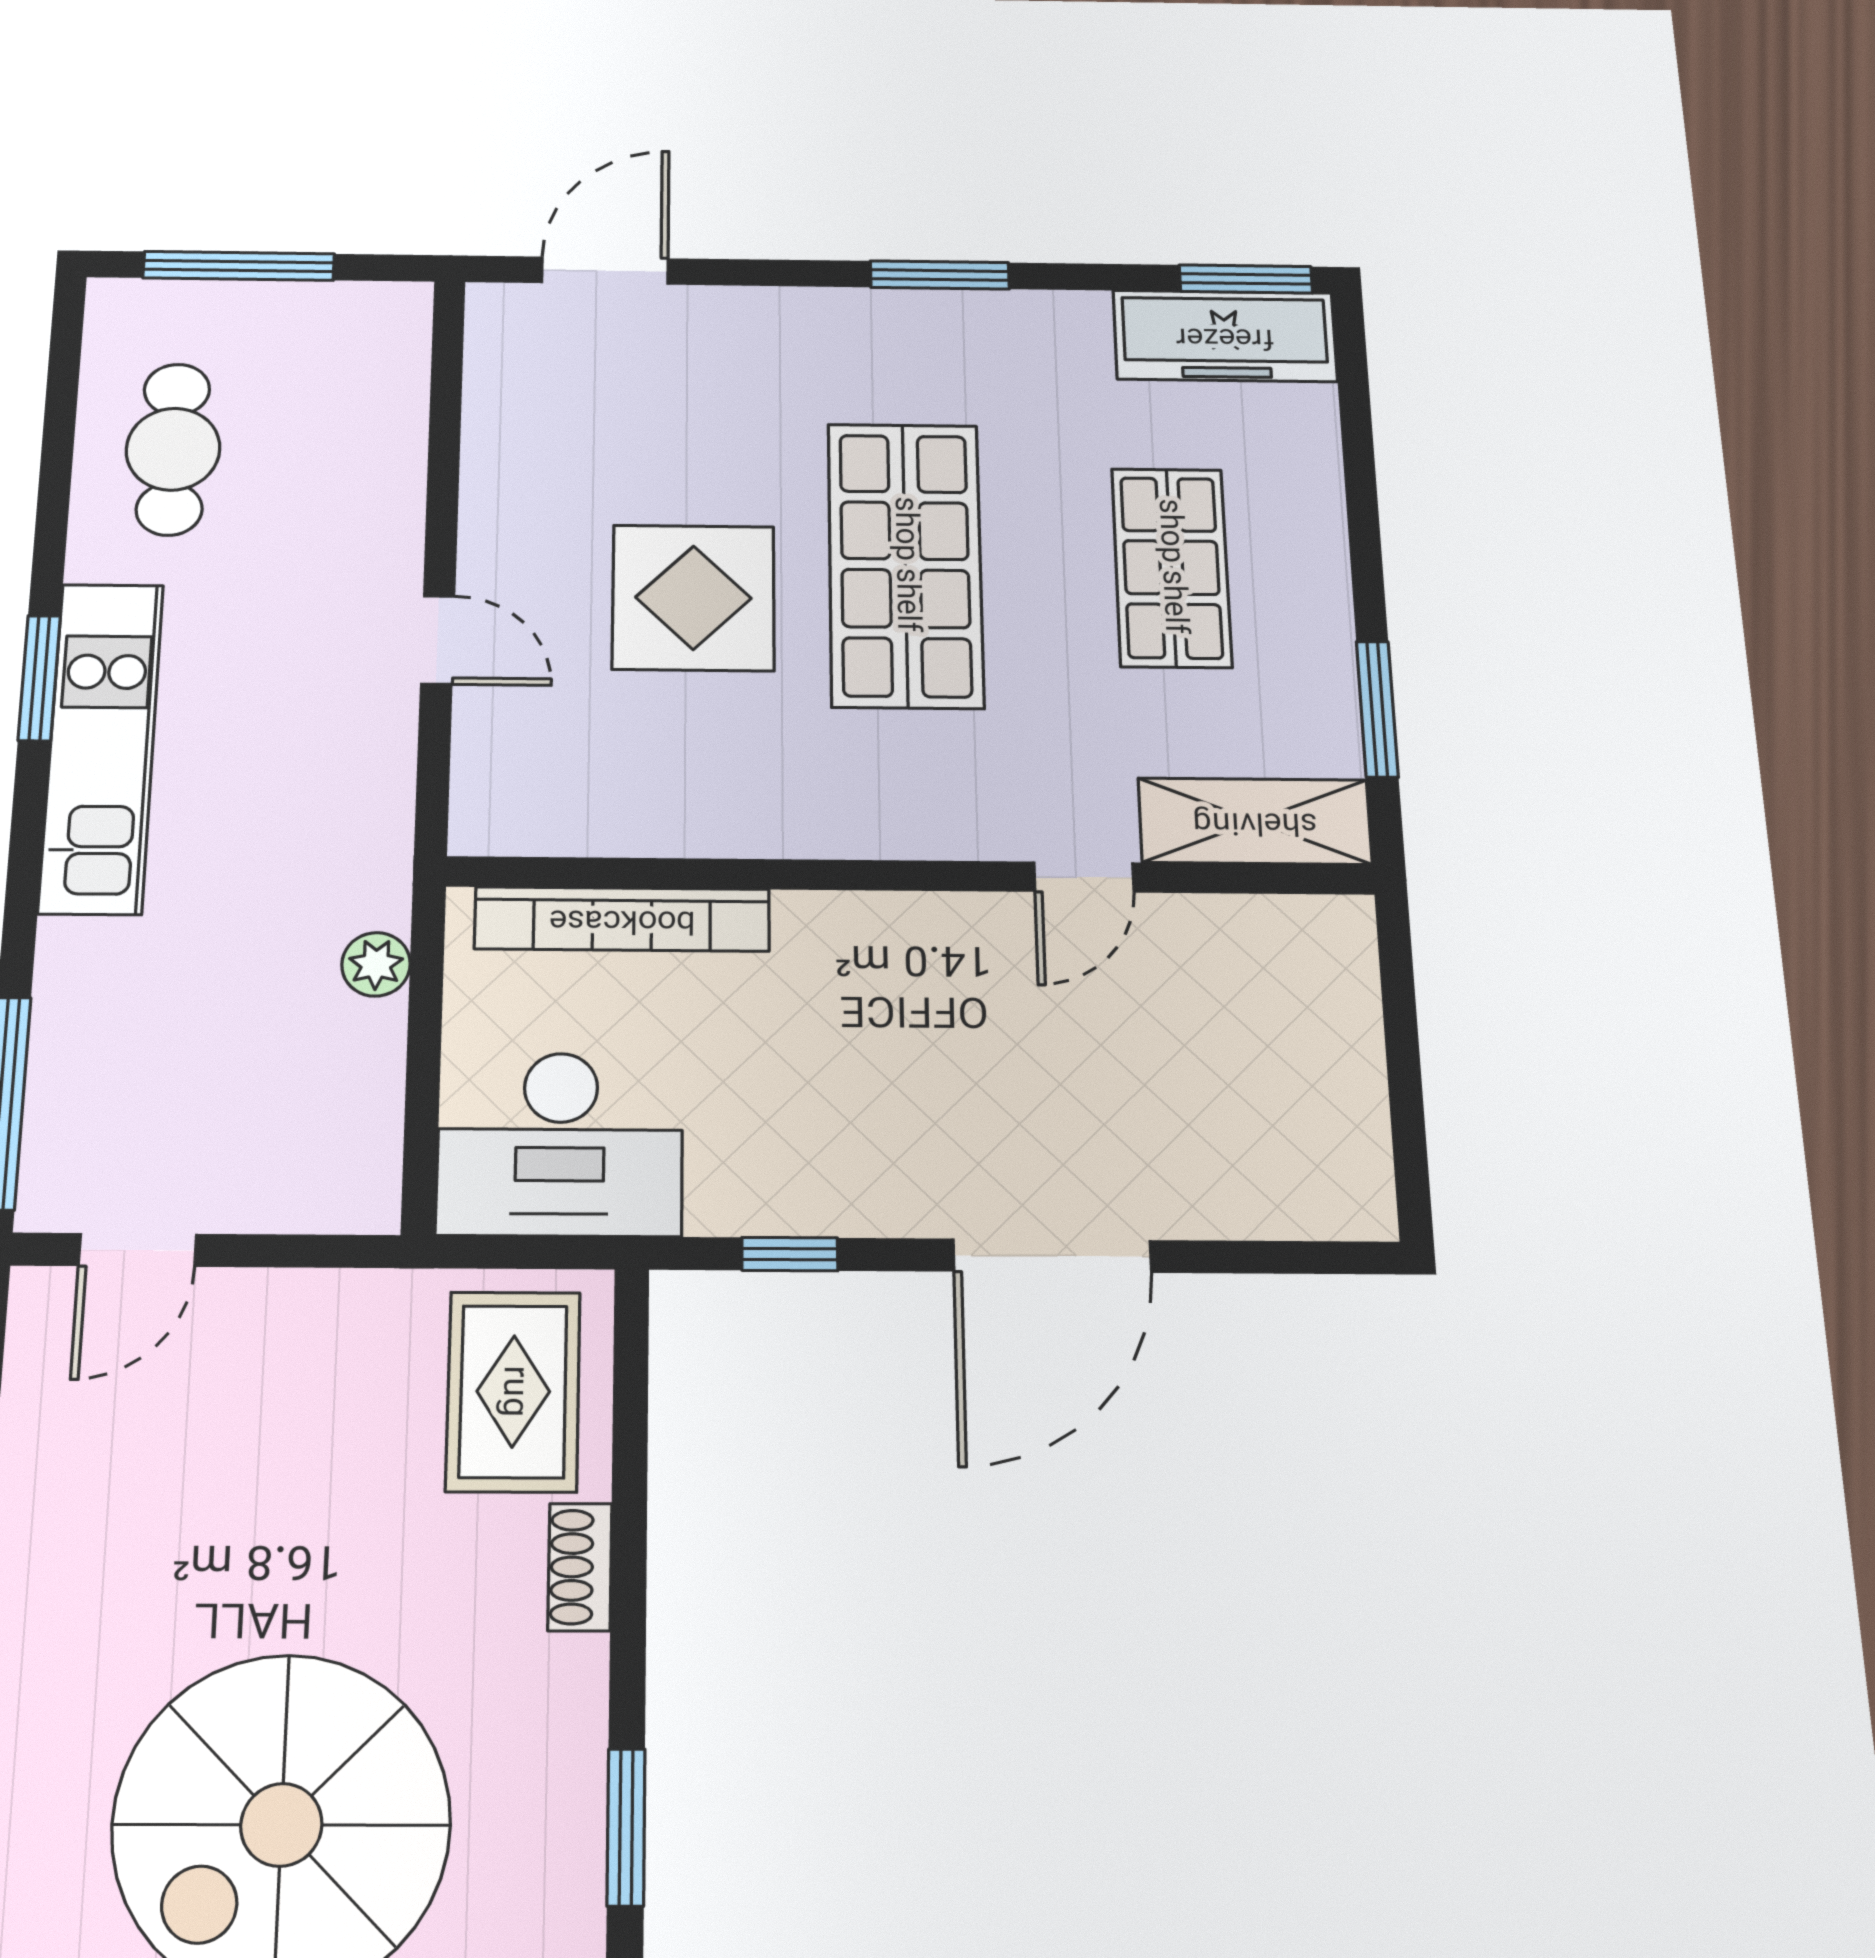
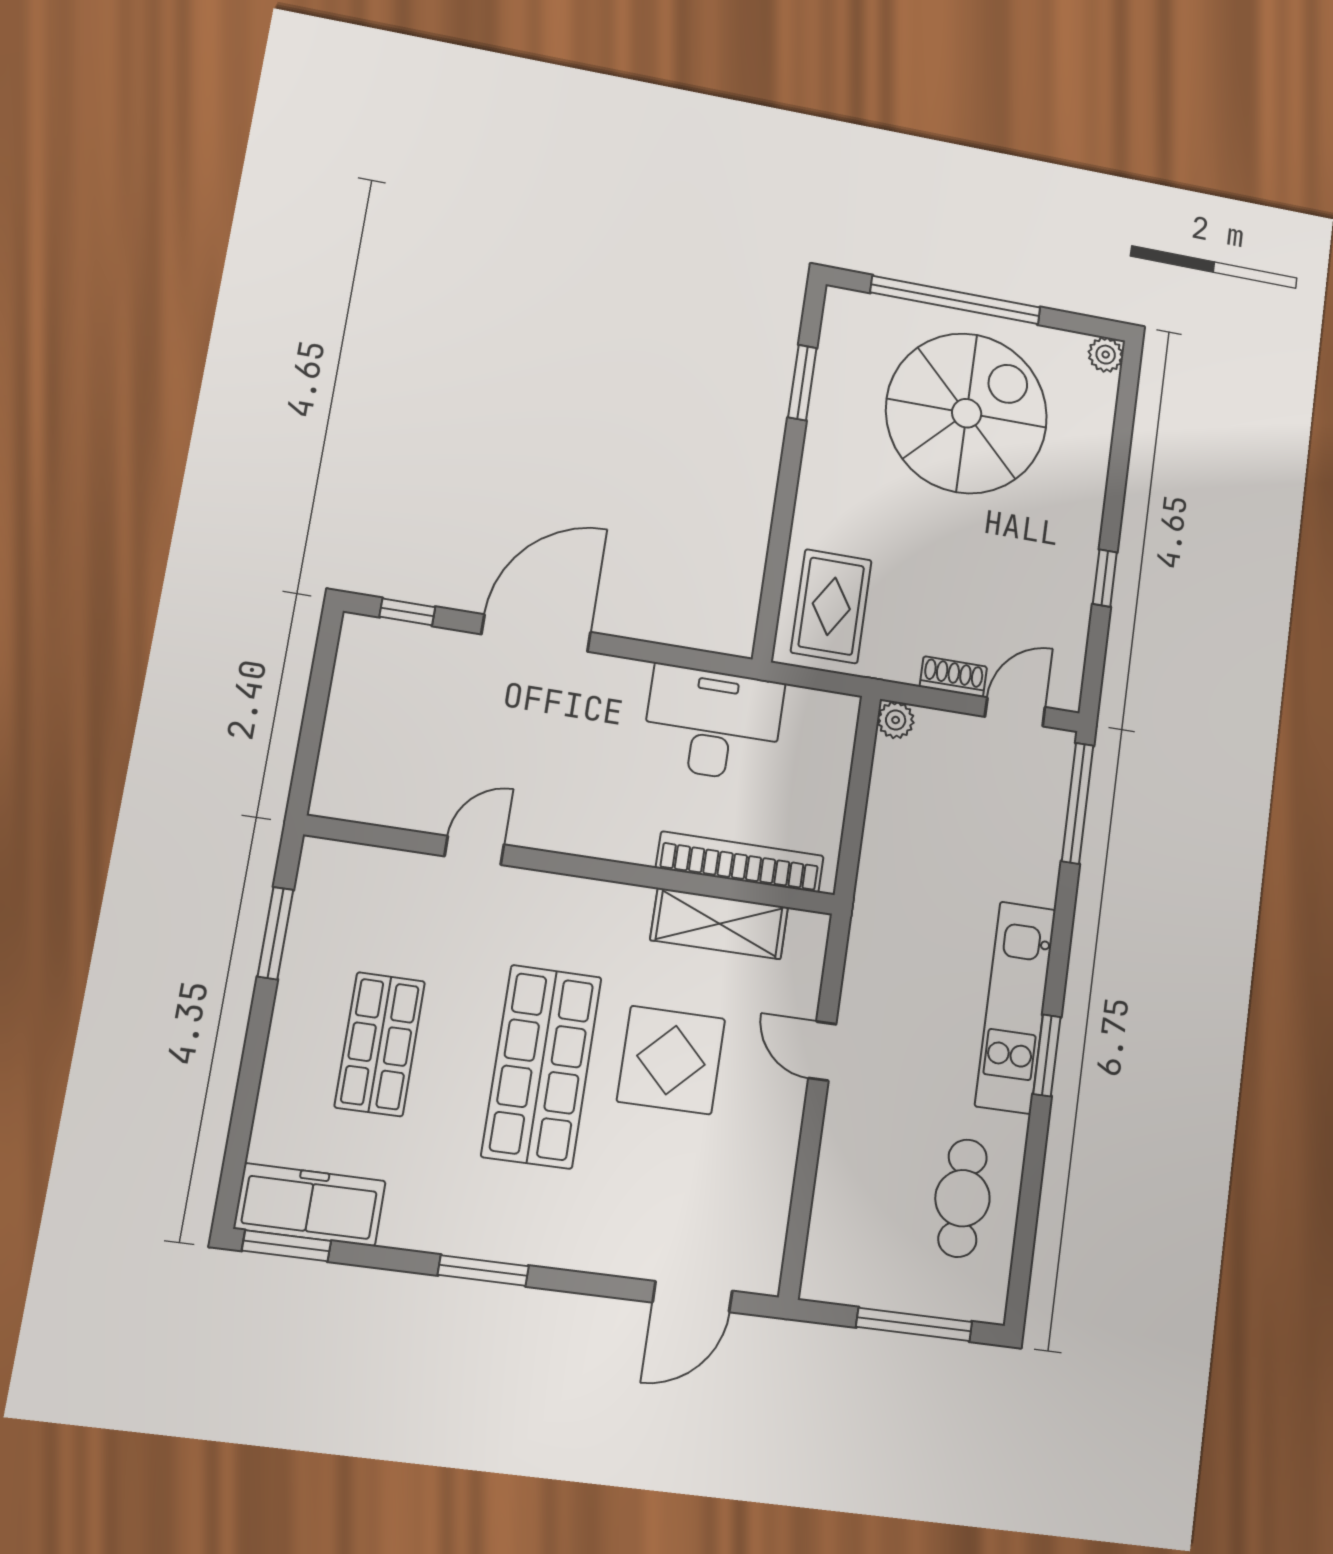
shelving: (1255, 821) -> (719, 924), moved
plant: (376, 964) -> (896, 720), moved
desk: (560, 1144) -> (713, 724), moved
window: (790, 1254) -> (407, 612), moved
shoe rack: (580, 1567) -> (953, 677), moved, turned -90

